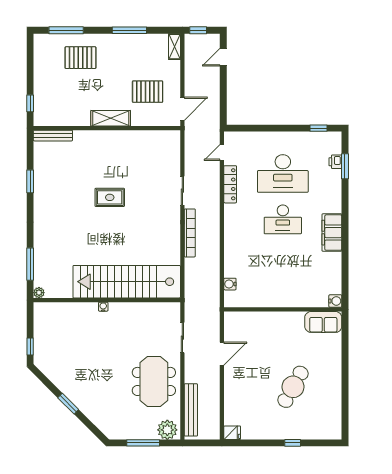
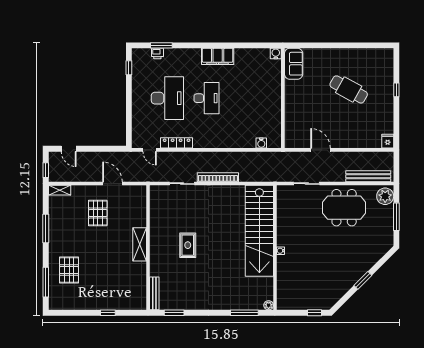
shelving: (111, 118) -> (140, 244), moved
wall: (107, 128) -> (148, 248), moved
bench: (53, 136) -> (154, 293), moved

